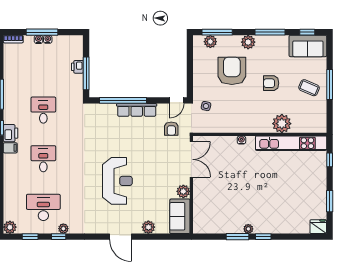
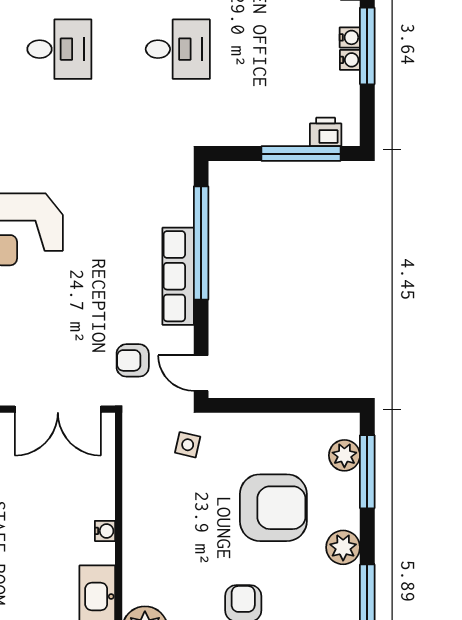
printer: (77, 67) -> (326, 132), moved
window: (86, 73) -> (301, 154), moved

